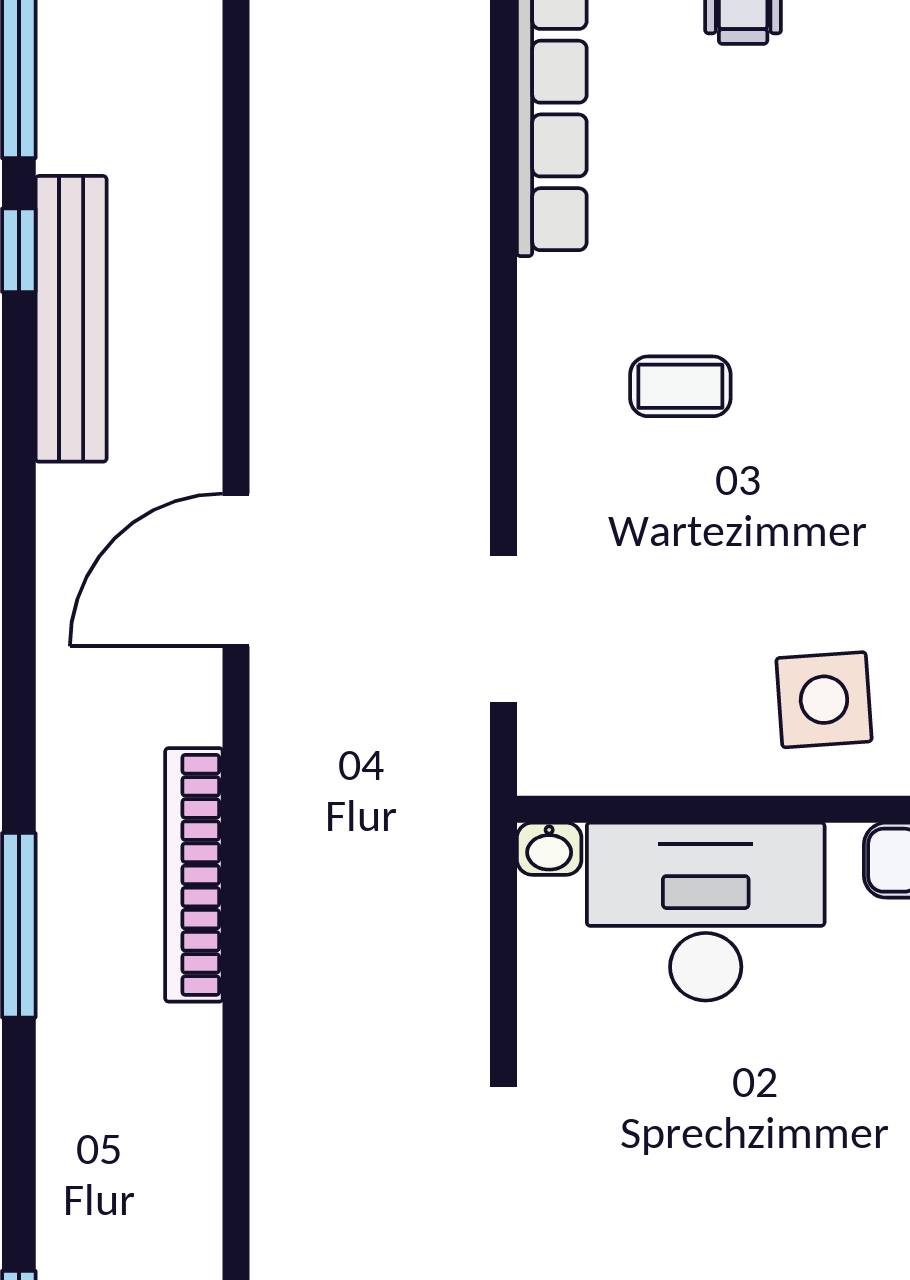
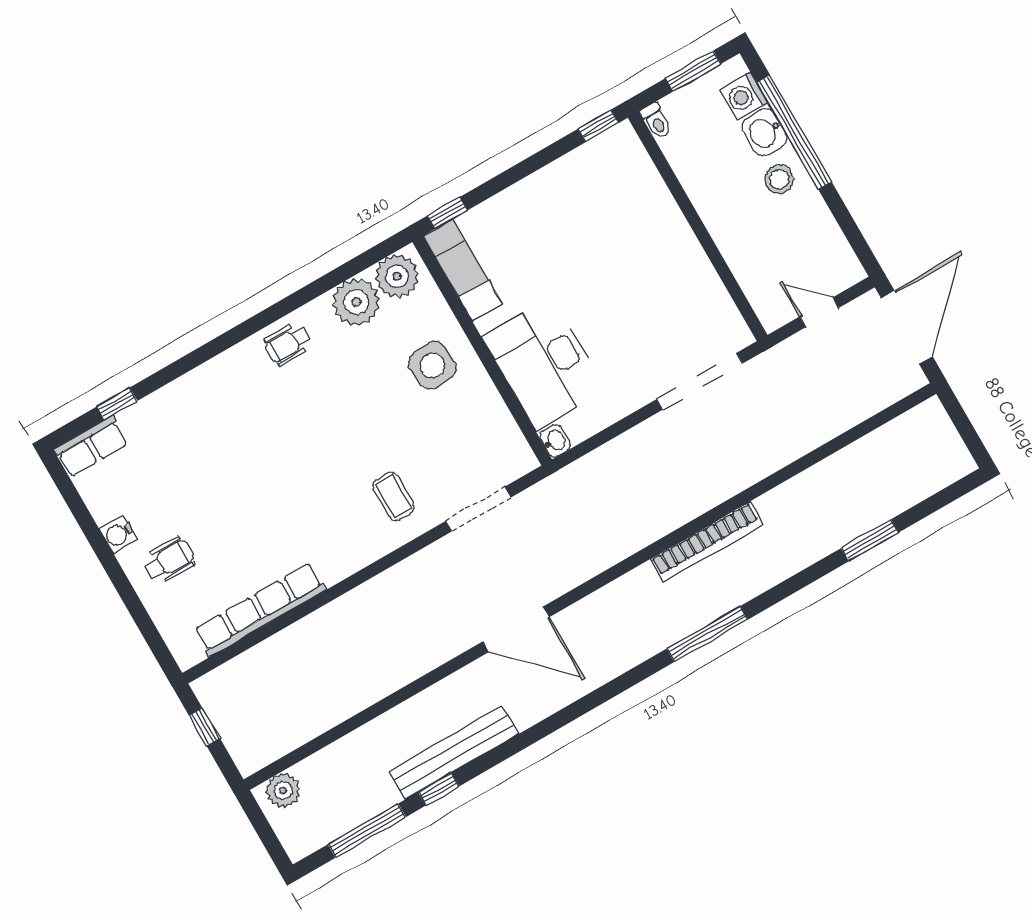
coffee table: (680, 386) -> (394, 496), moved
bookcase: (194, 875) -> (706, 542), moved

